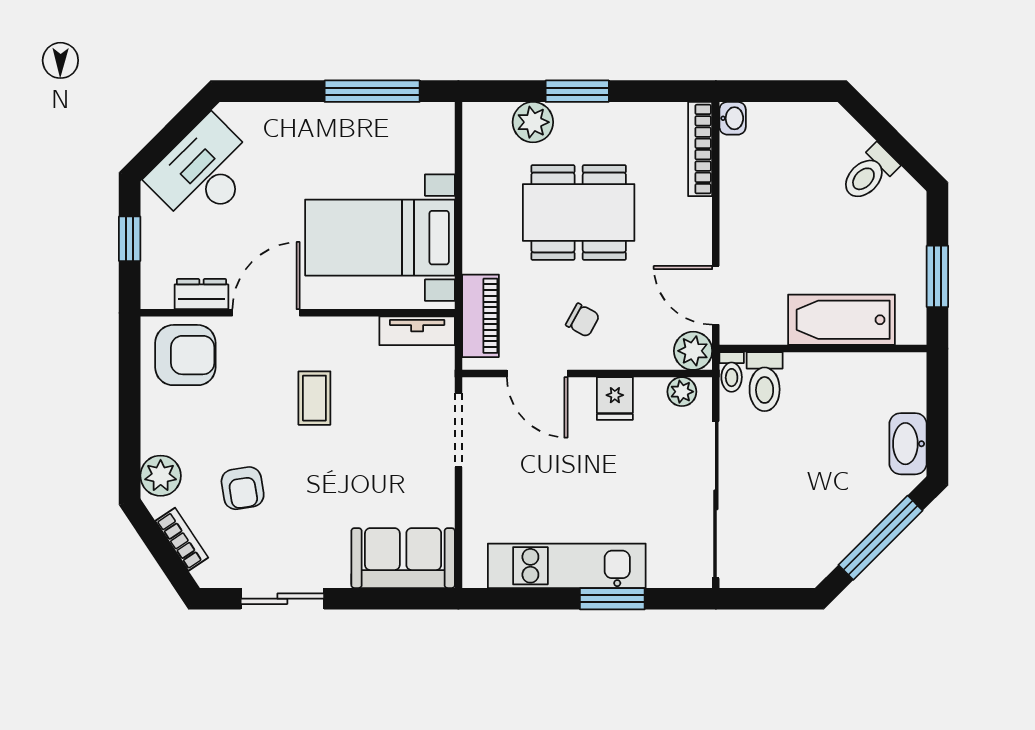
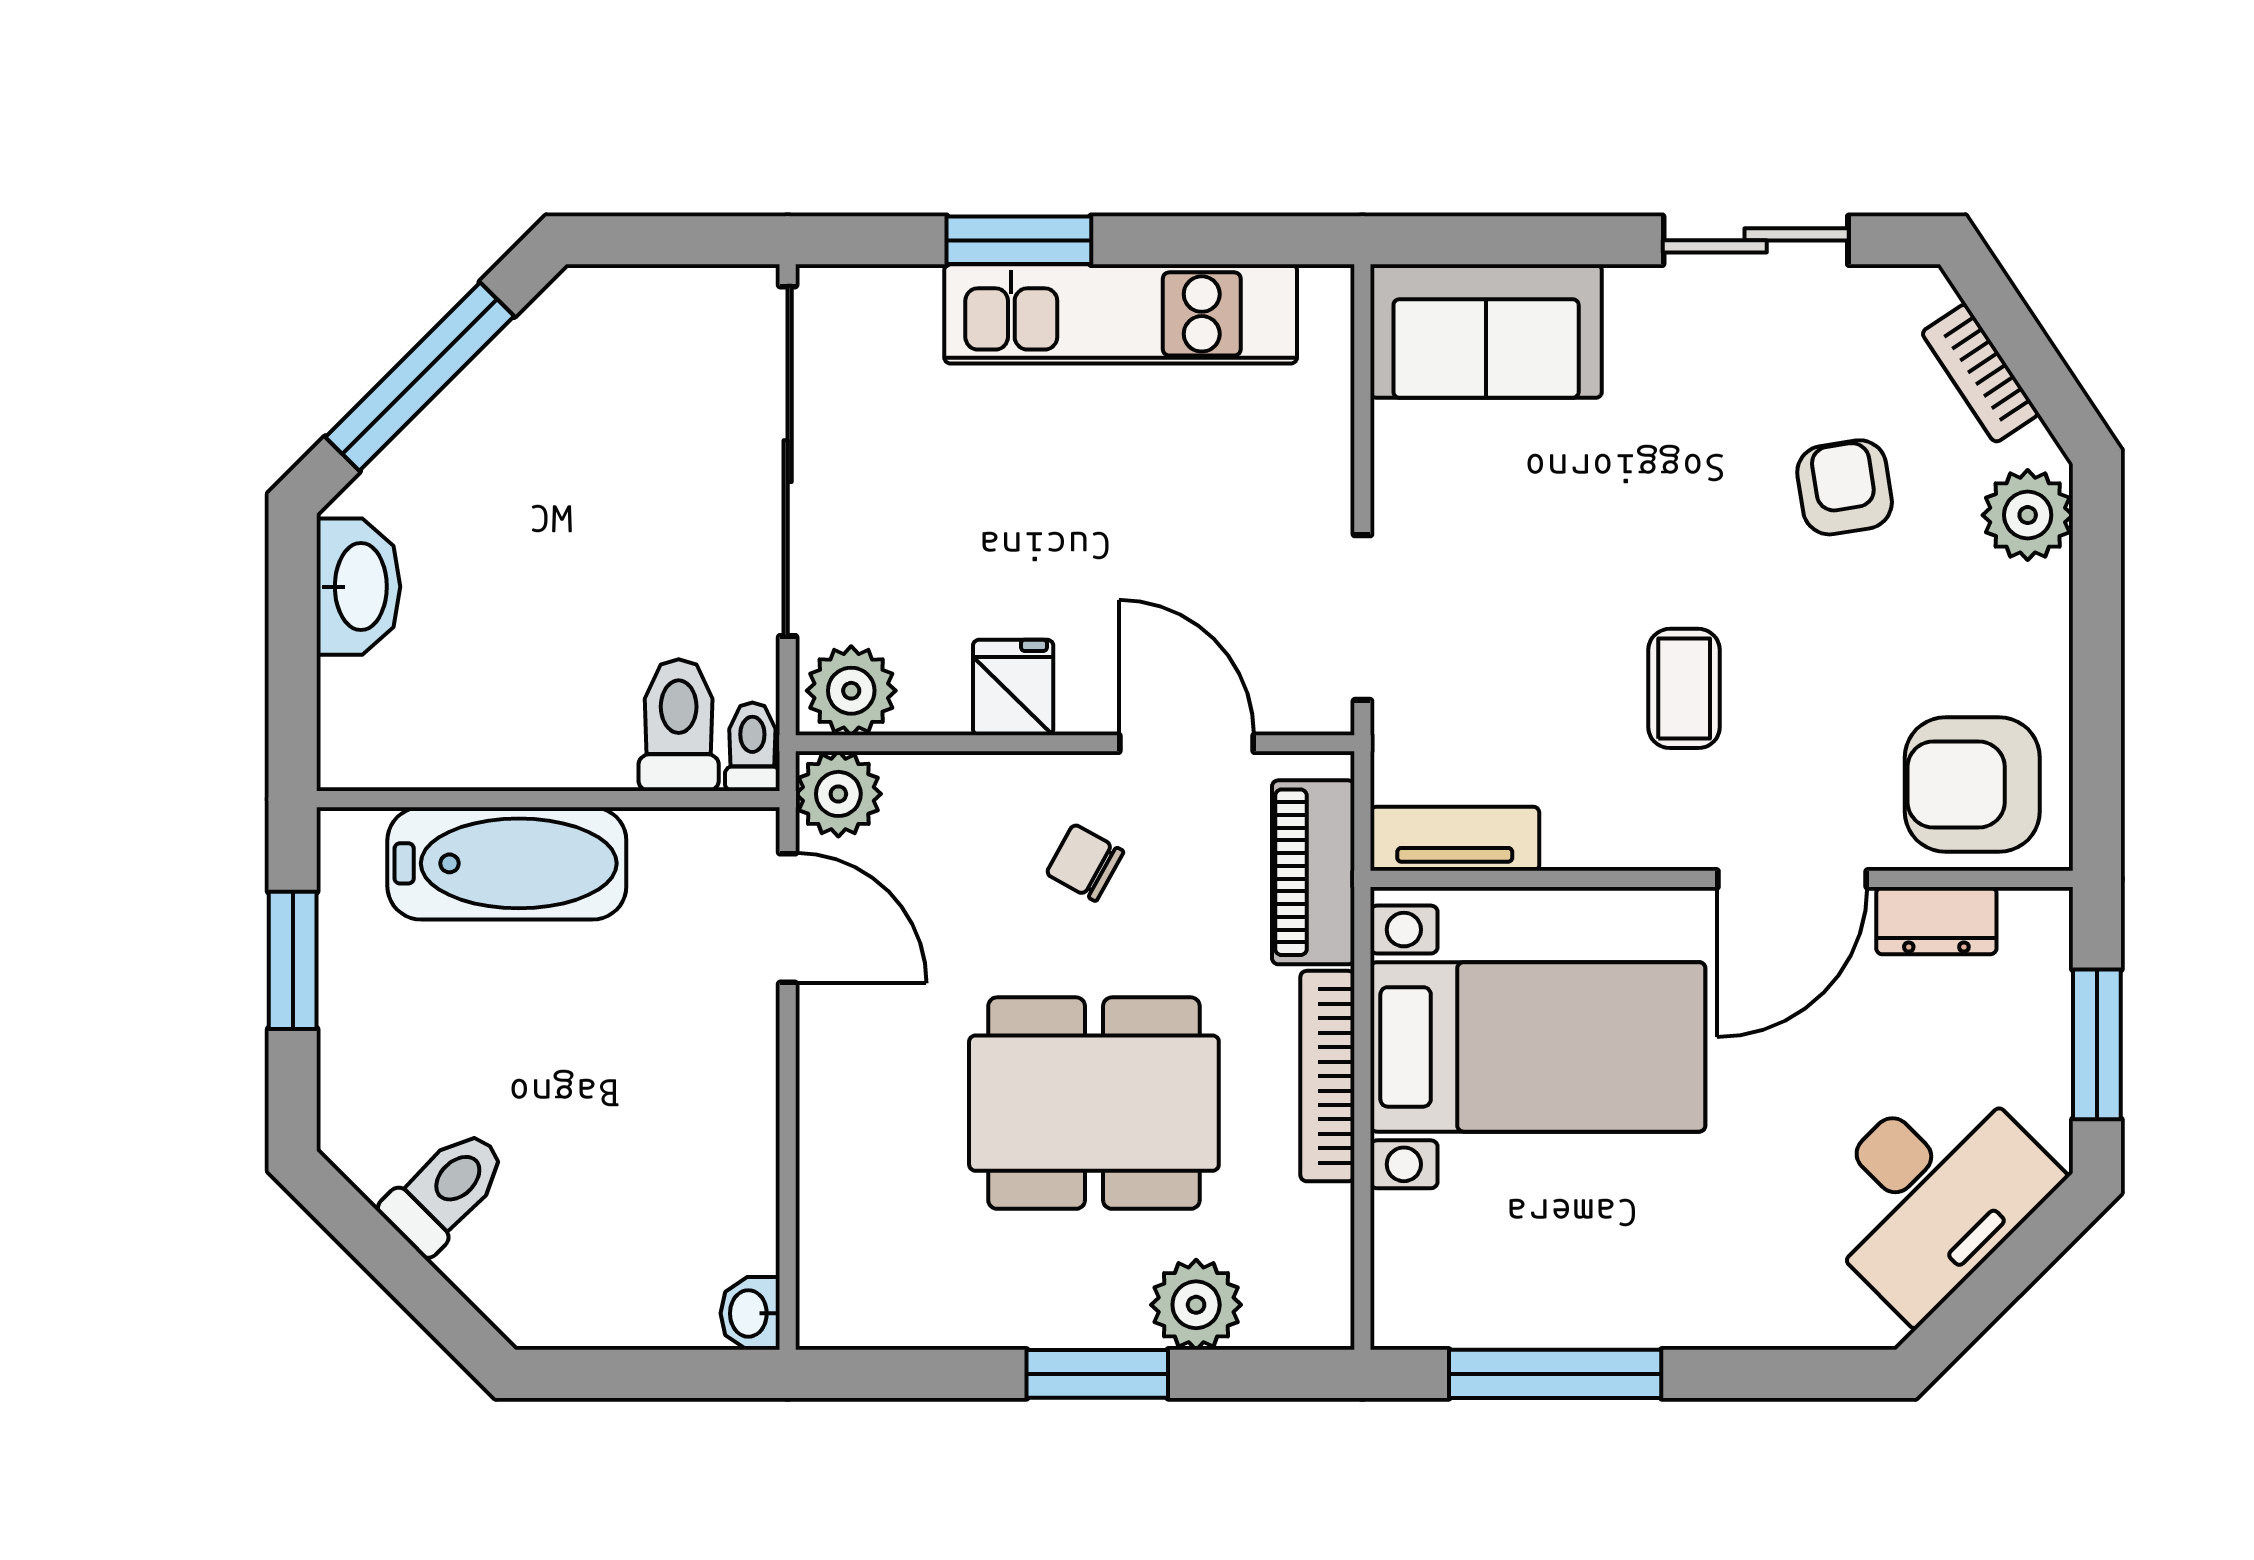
bookcase: (700, 149) -> (1327, 1076), moved, turned 180
window: (130, 239) -> (2097, 1044), width x1.50
plant: (682, 392) -> (851, 691), width x1.38, depth x1.38

